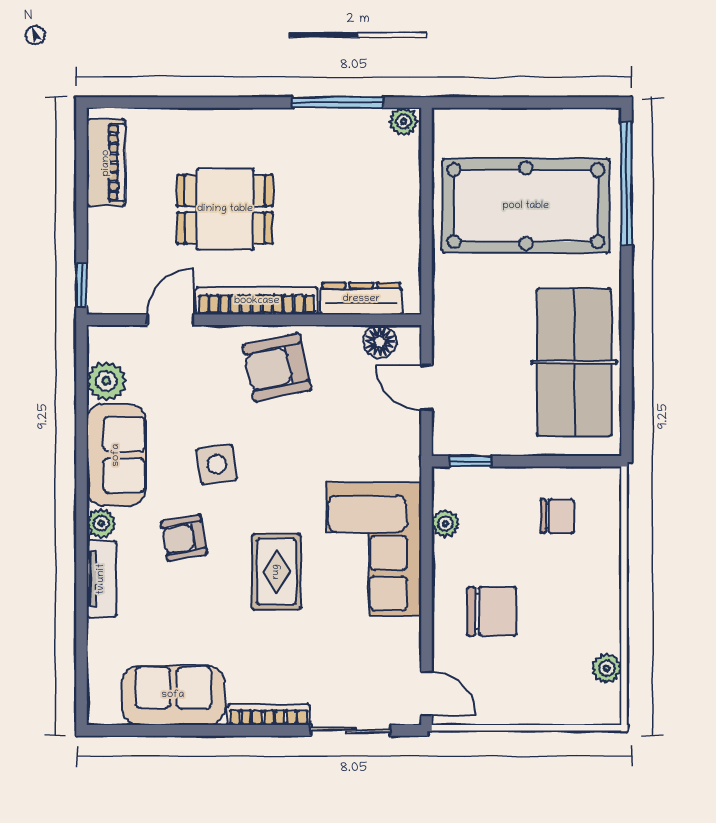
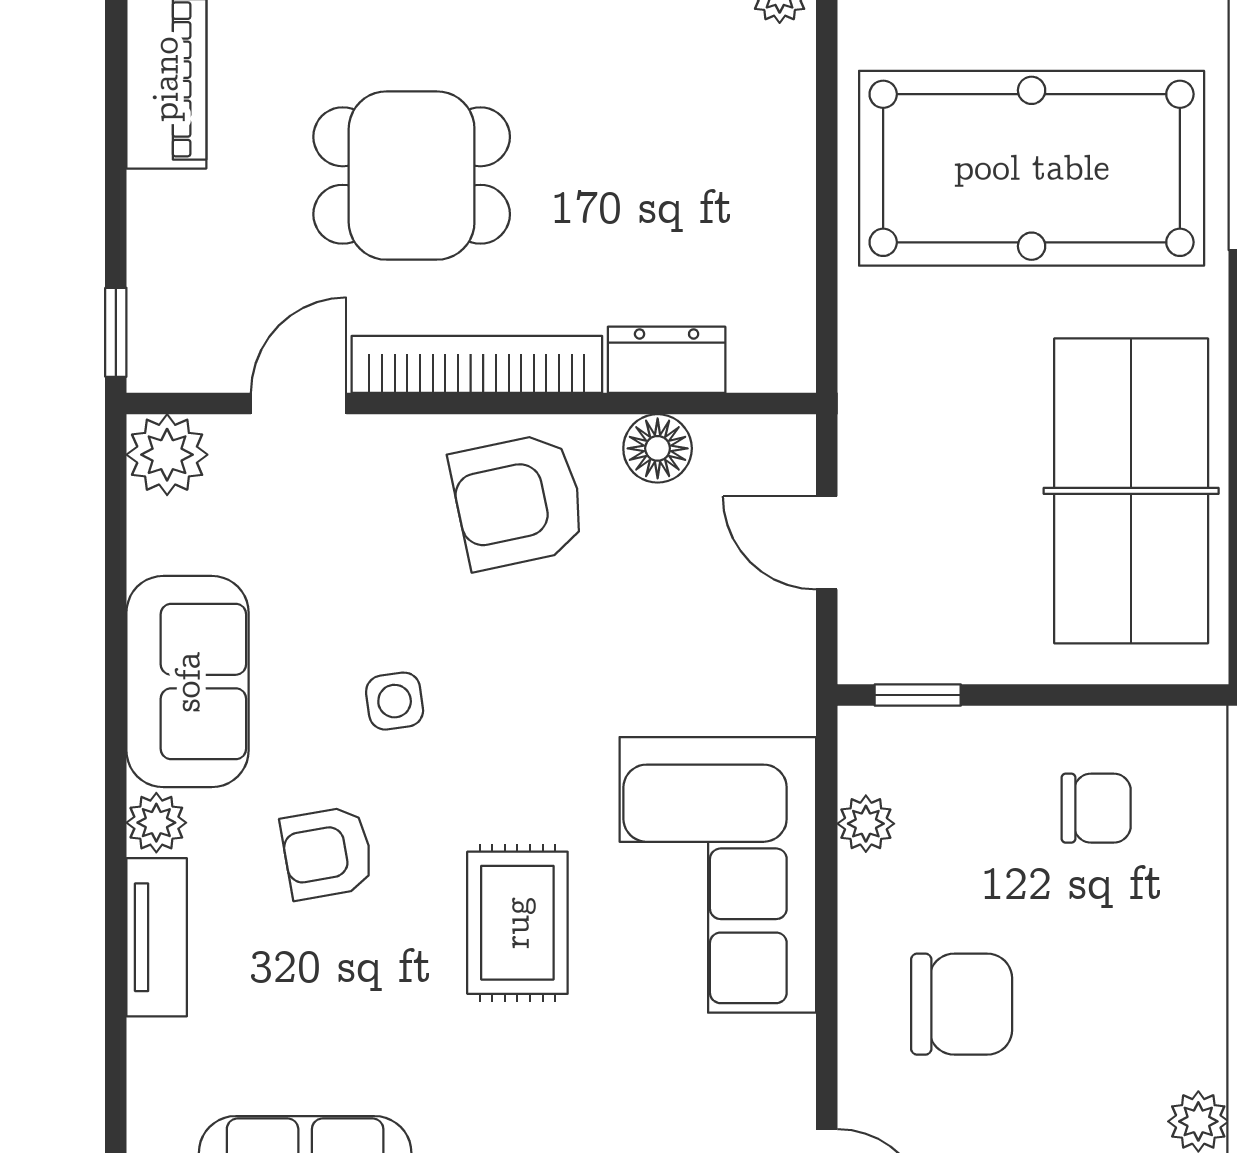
dresser: (361, 299) -> (667, 360), width x0.70
floor lamp: (380, 342) -> (658, 448), moved
plant: (106, 381) -> (167, 455), moved
side table: (217, 464) -> (395, 701), width x0.73, depth x0.73

